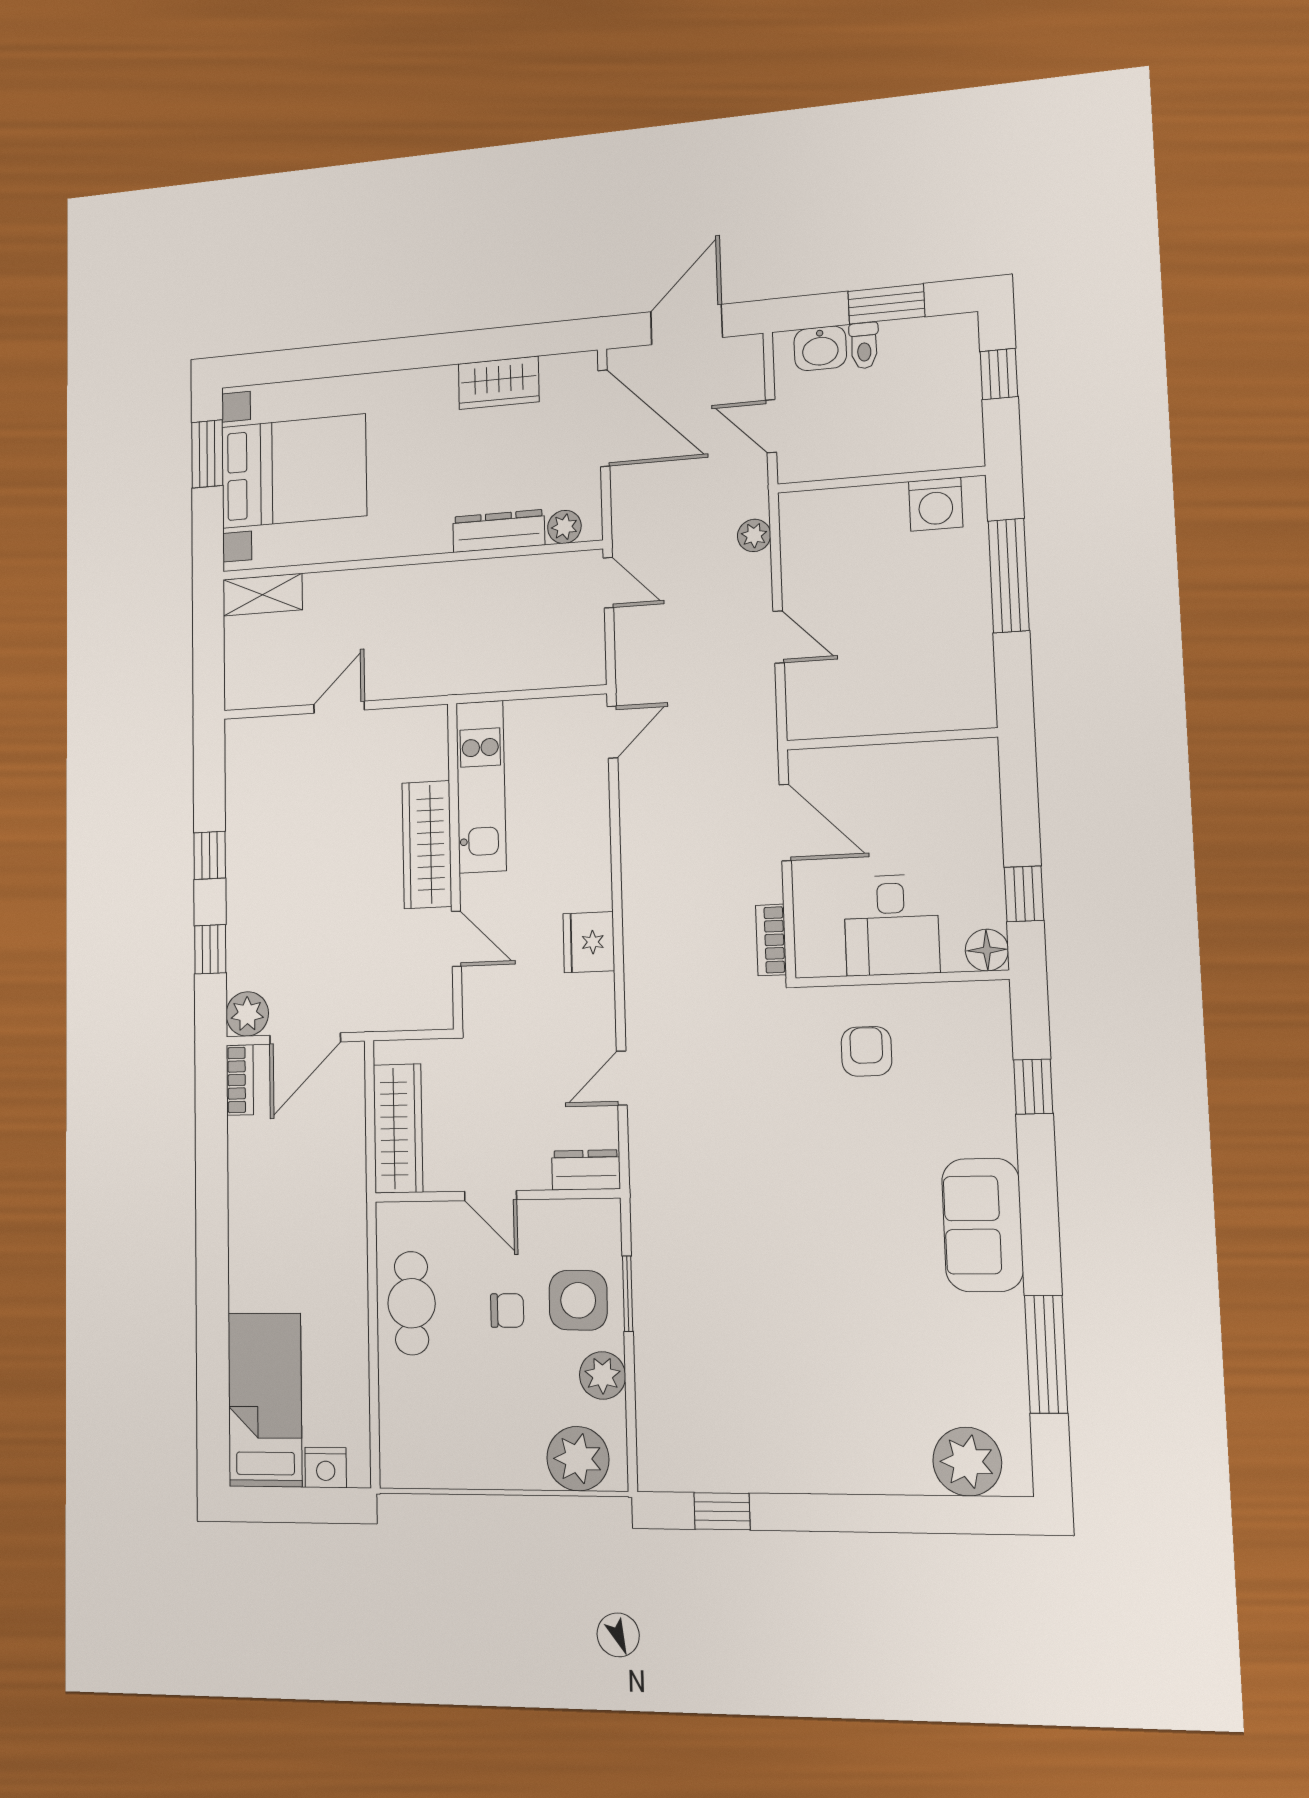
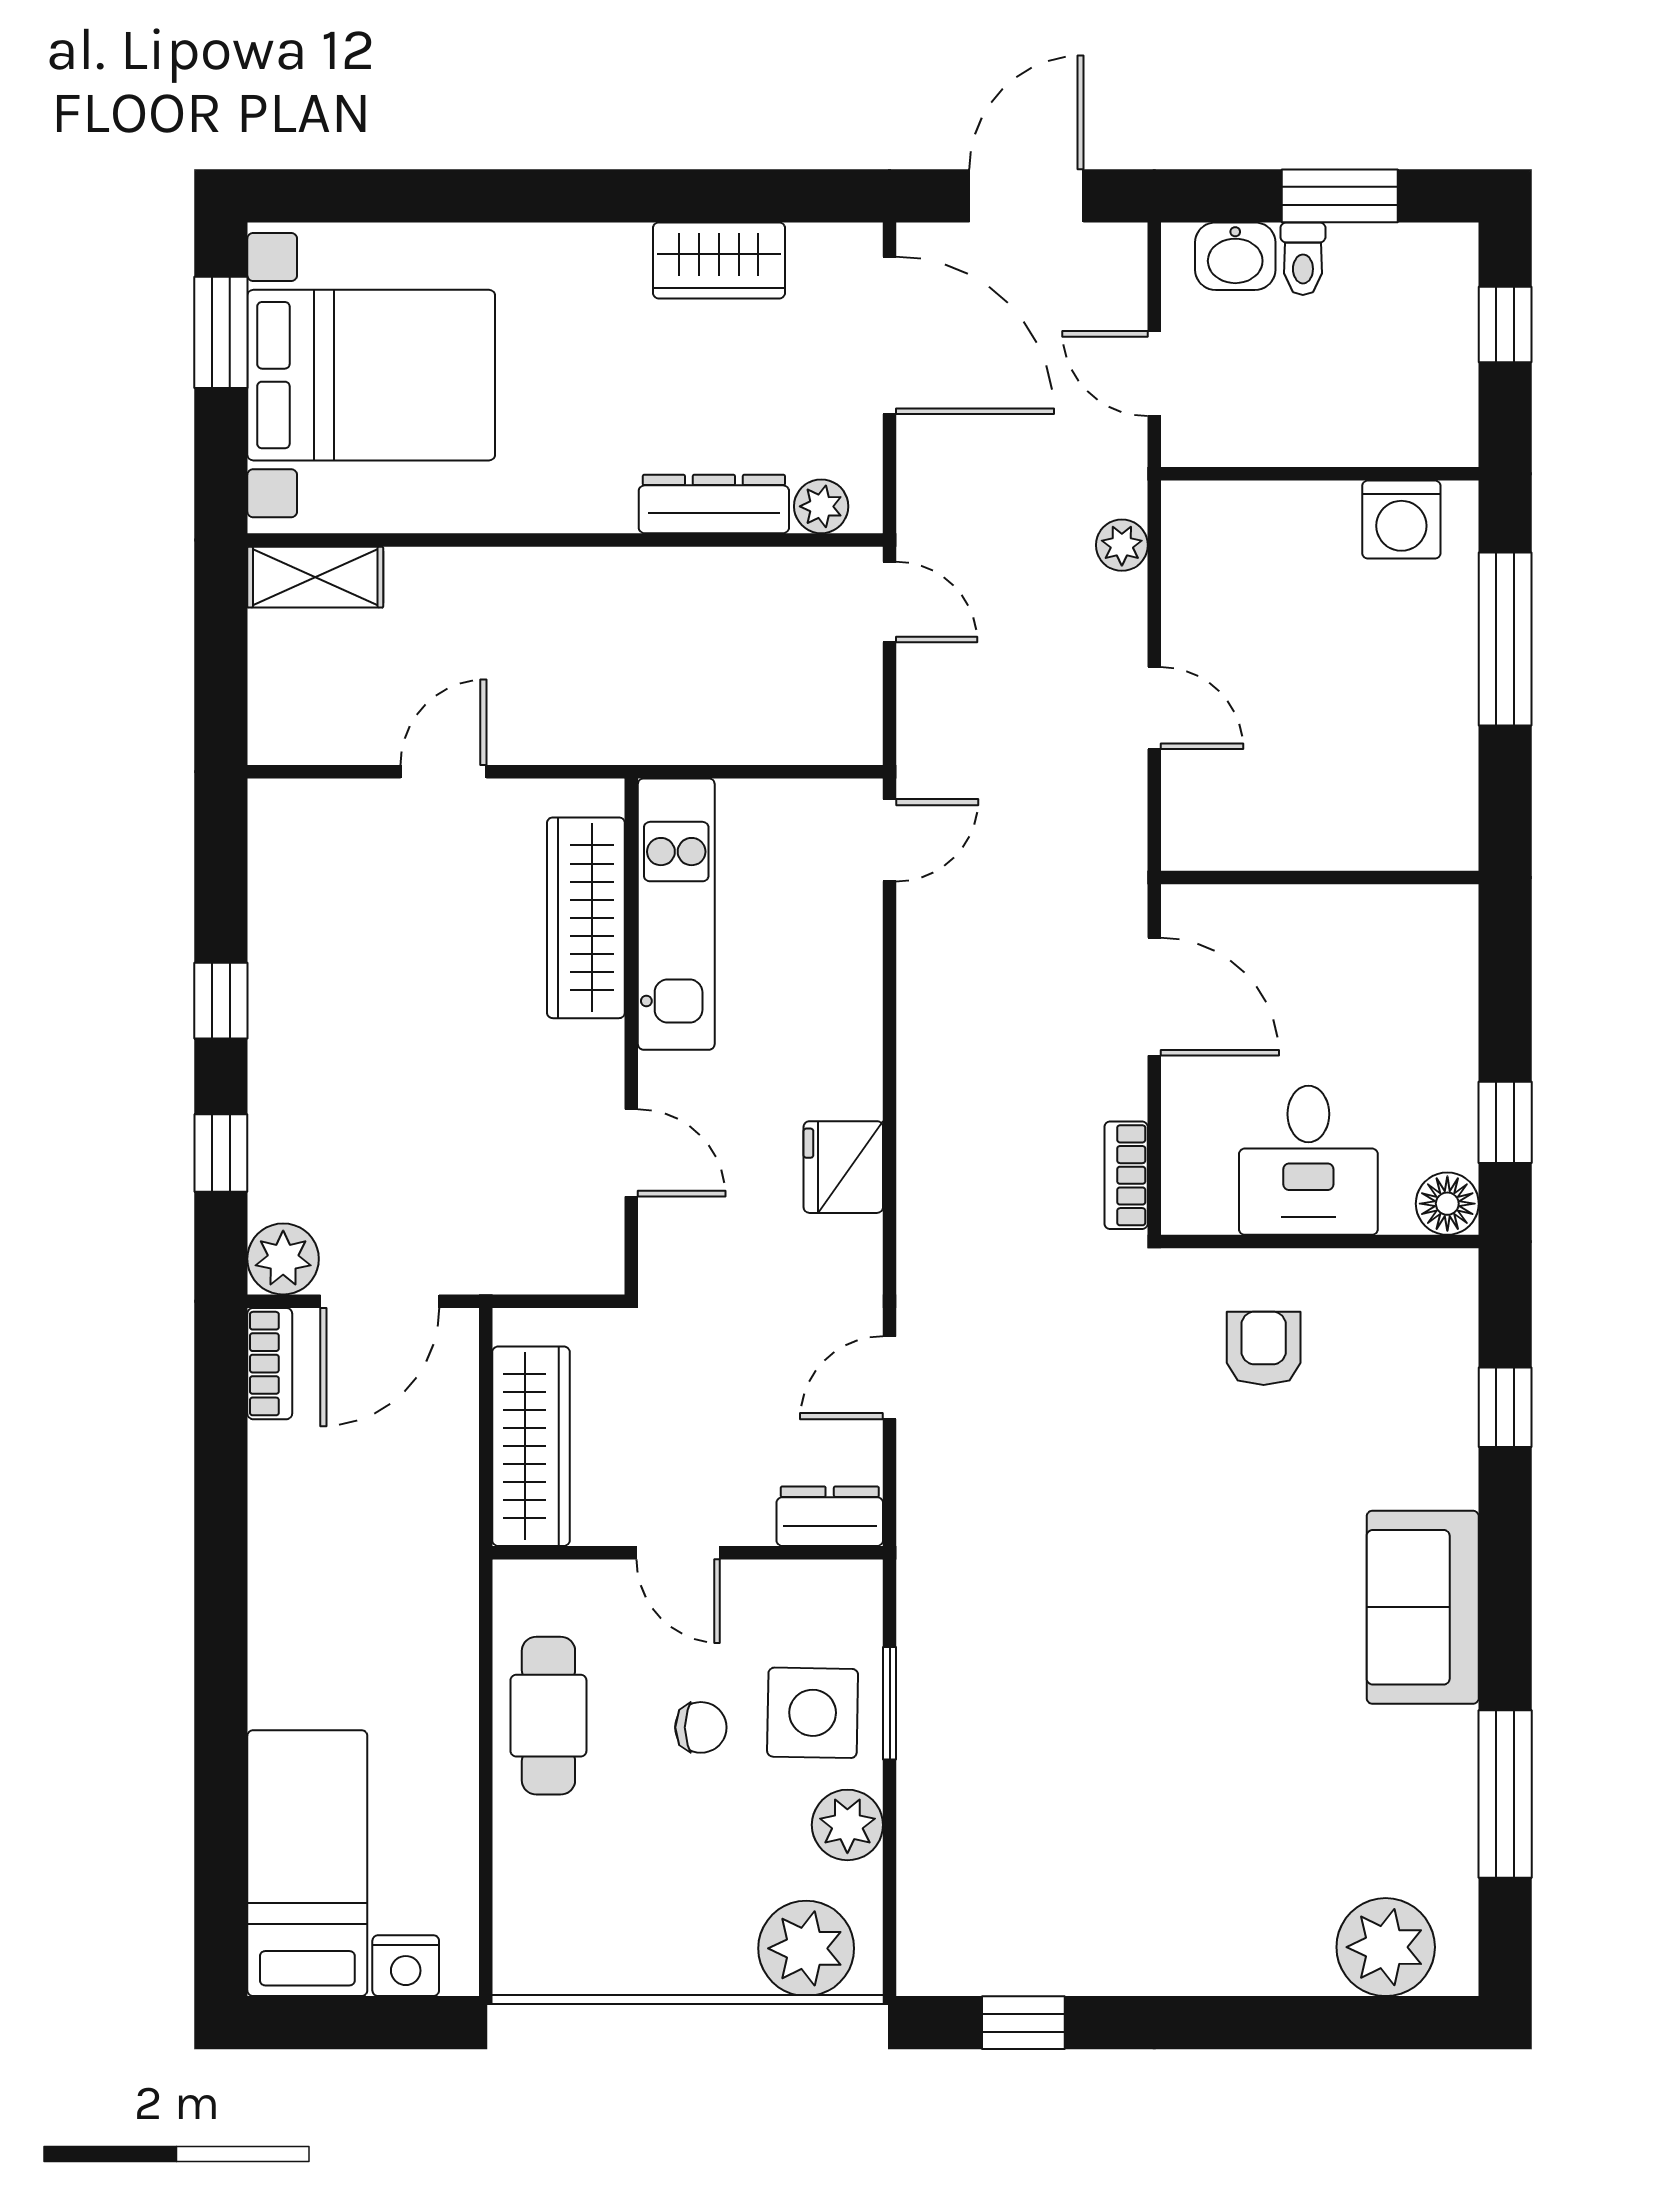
wardrobe: (427, 844) -> (586, 918), moved

